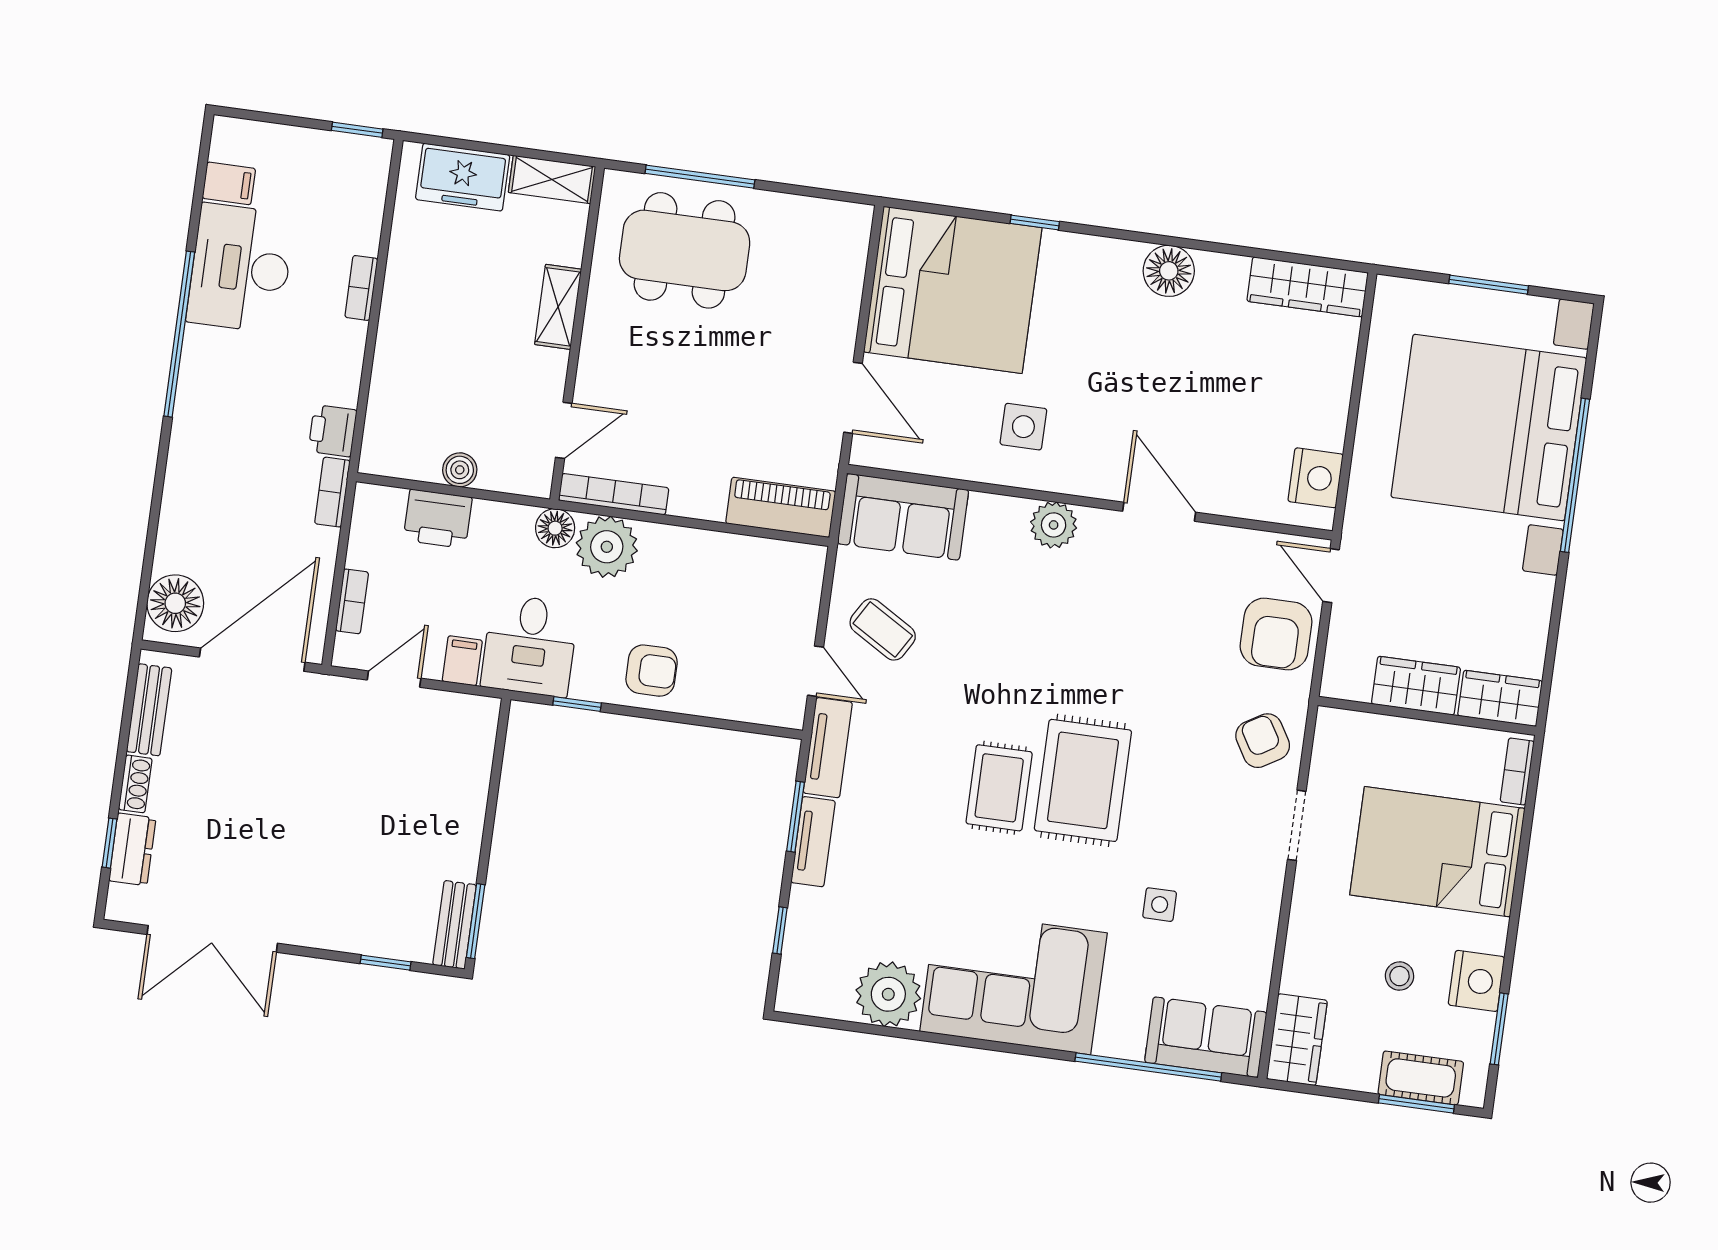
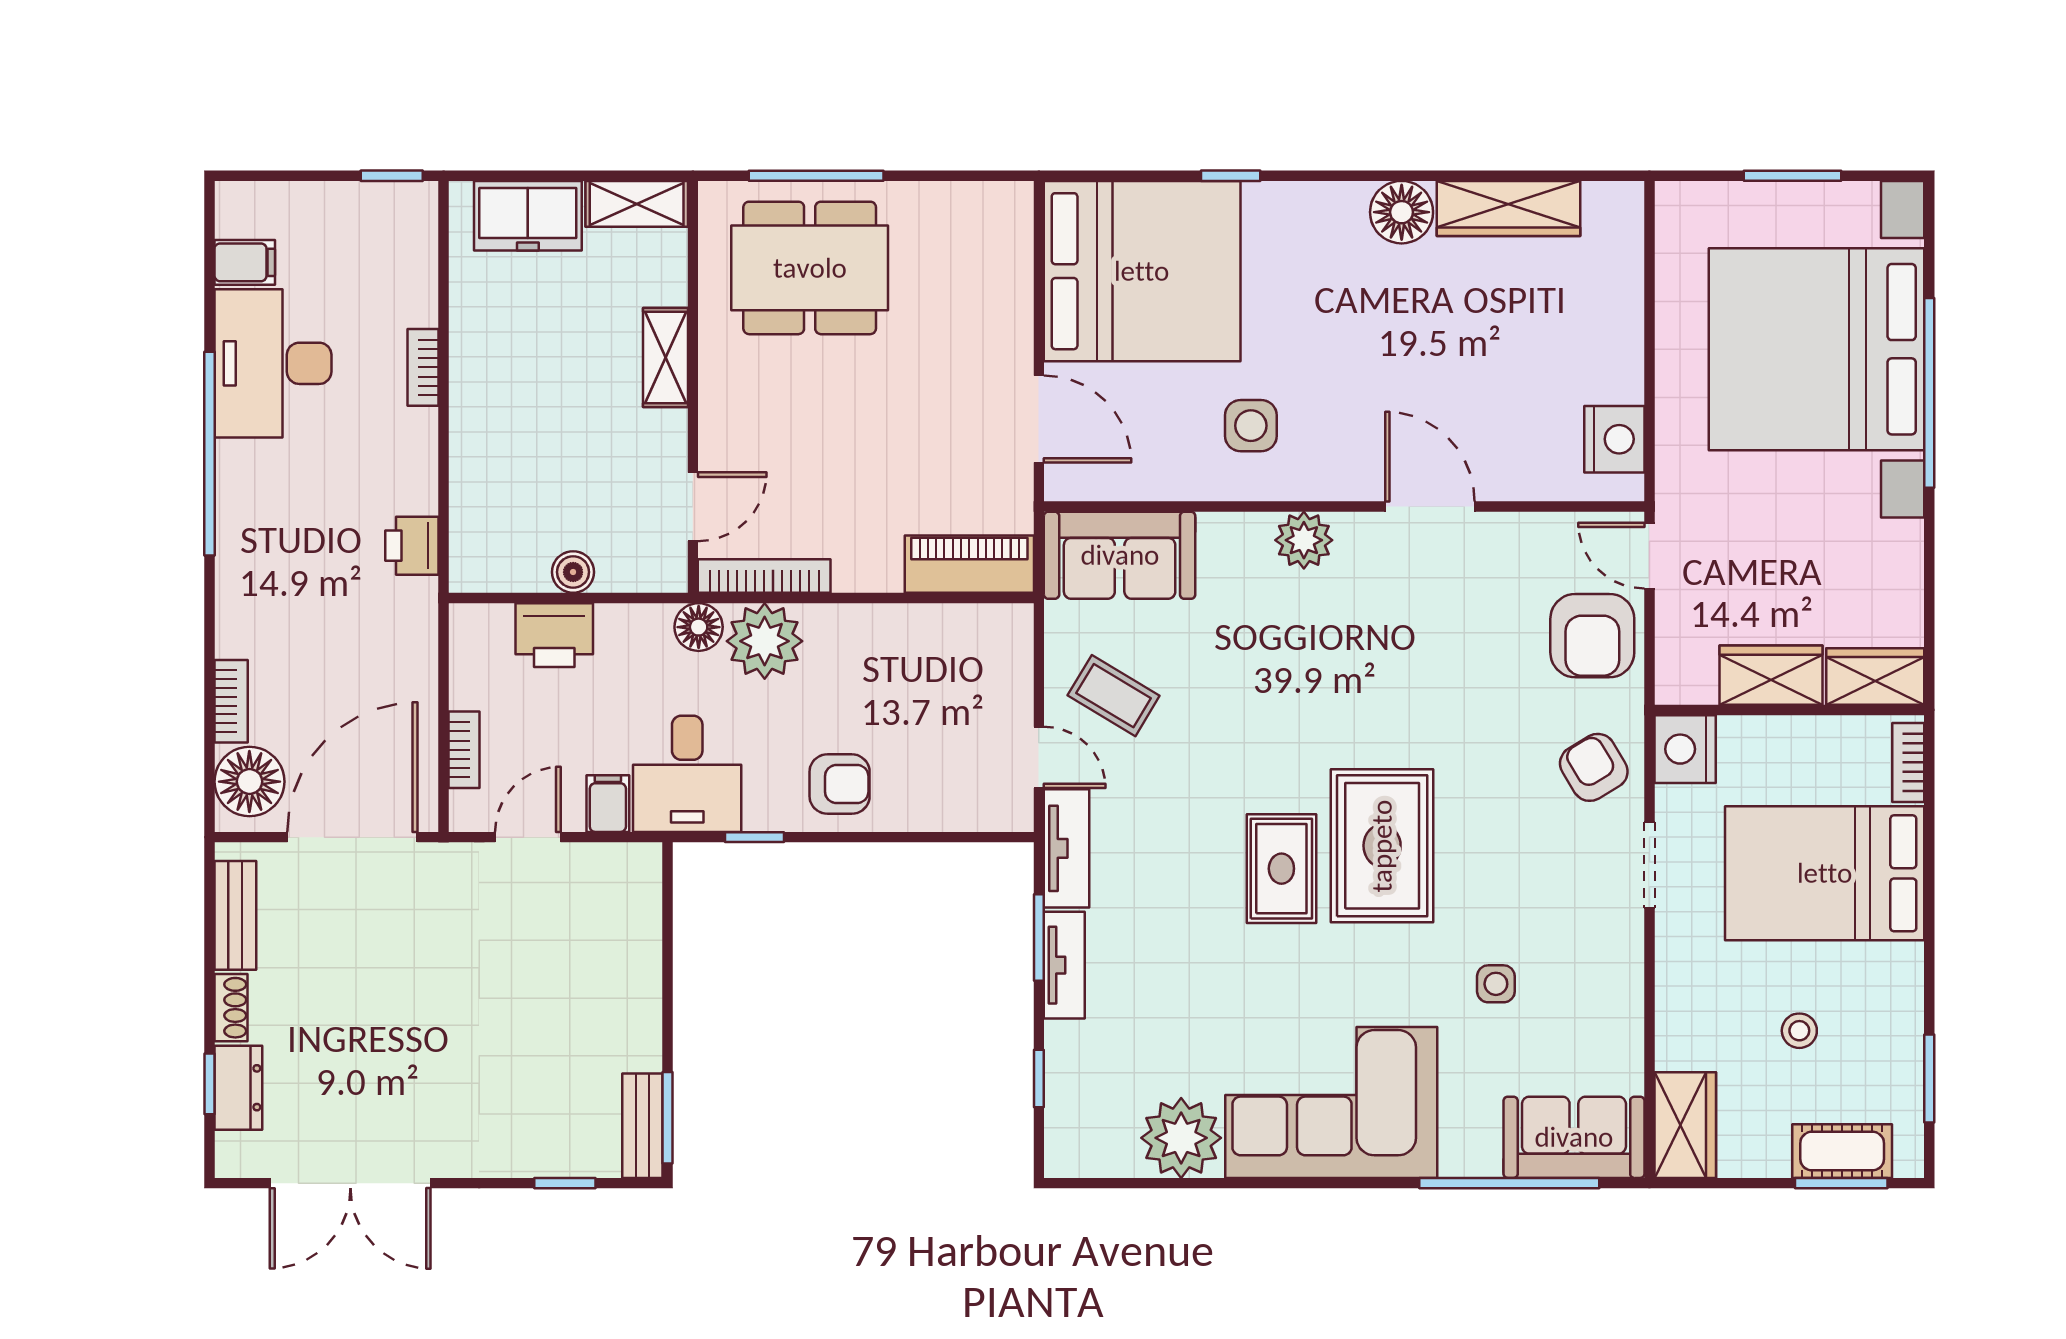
wardrobe: (1307, 287) -> (1509, 208), moved
bookcase: (332, 492) -> (231, 701), moved, turned 180
nightstand: (1476, 981) -> (1685, 749), moved, turned 180

